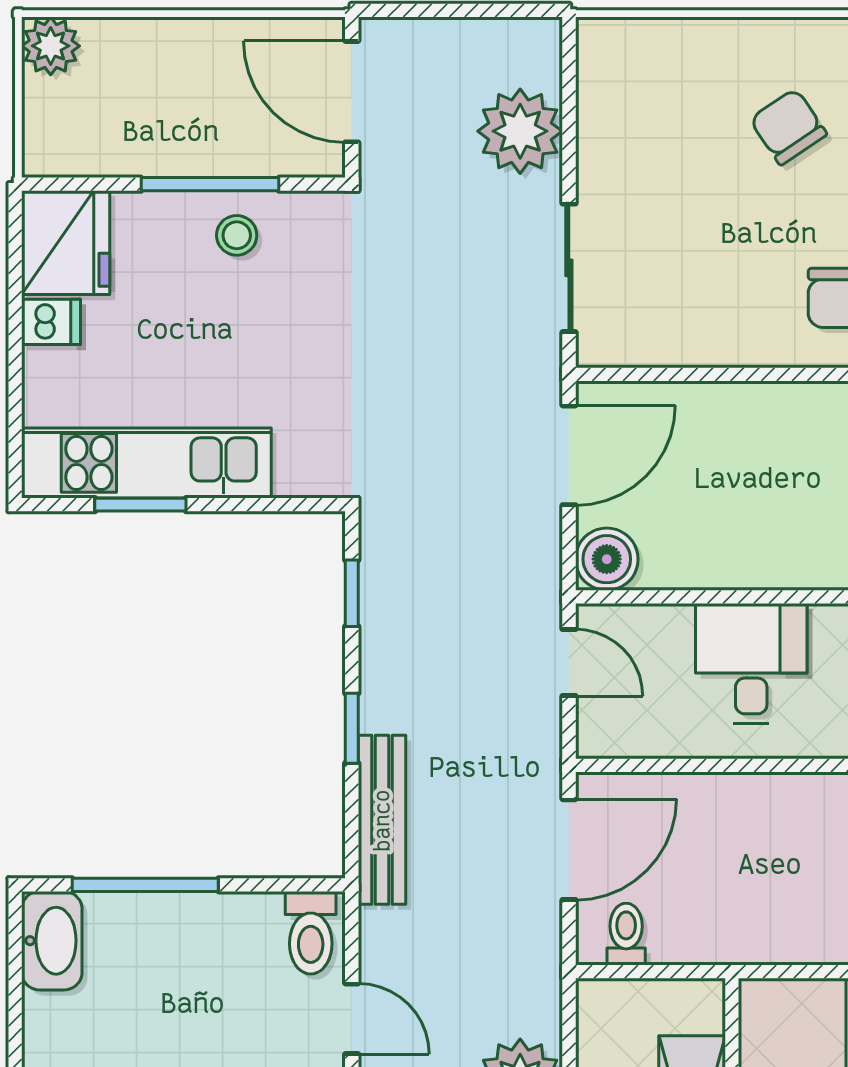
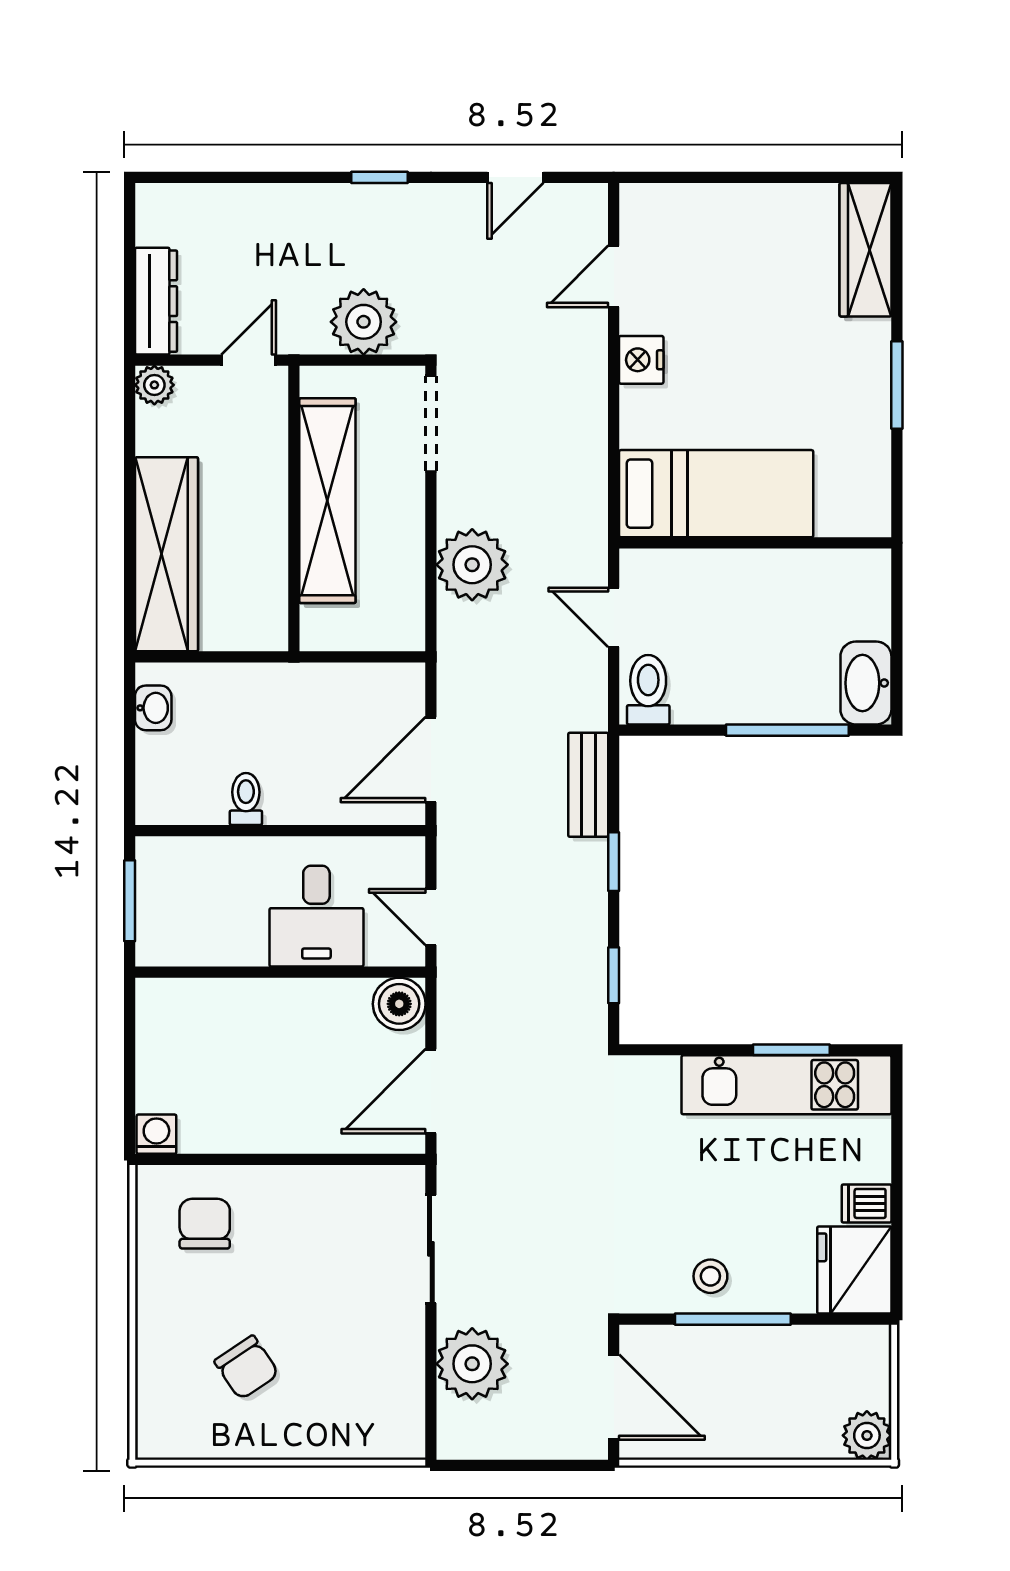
desk: (751, 664) -> (316, 916), moved
bench: (382, 820) -> (588, 785), width x0.73
toilet: (626, 934) -> (246, 799), moved, turned 180

